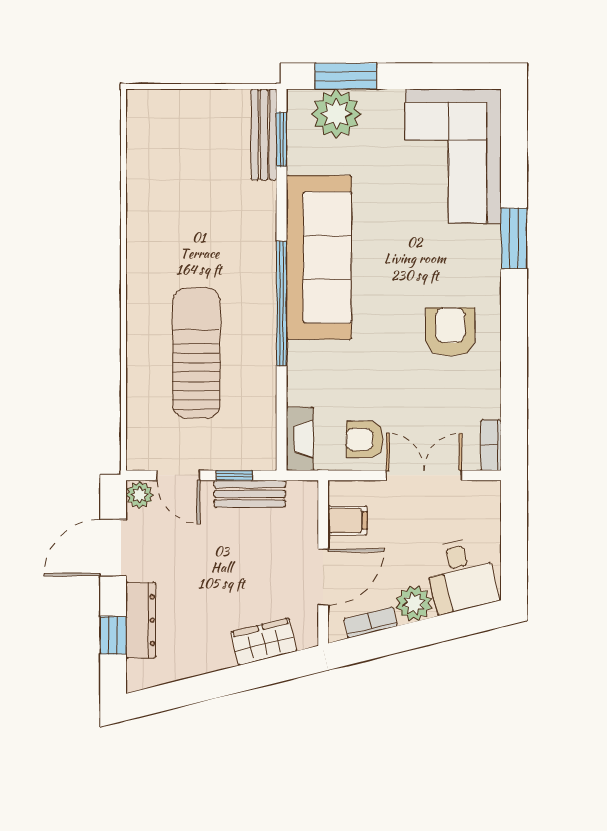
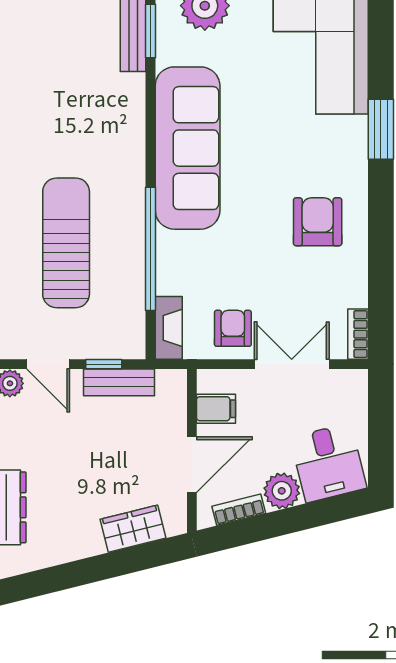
window: (281, 304) -> (150, 249), moved
armchair: (365, 439) -> (233, 328), turned 90

